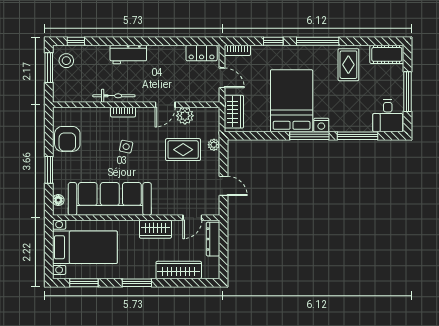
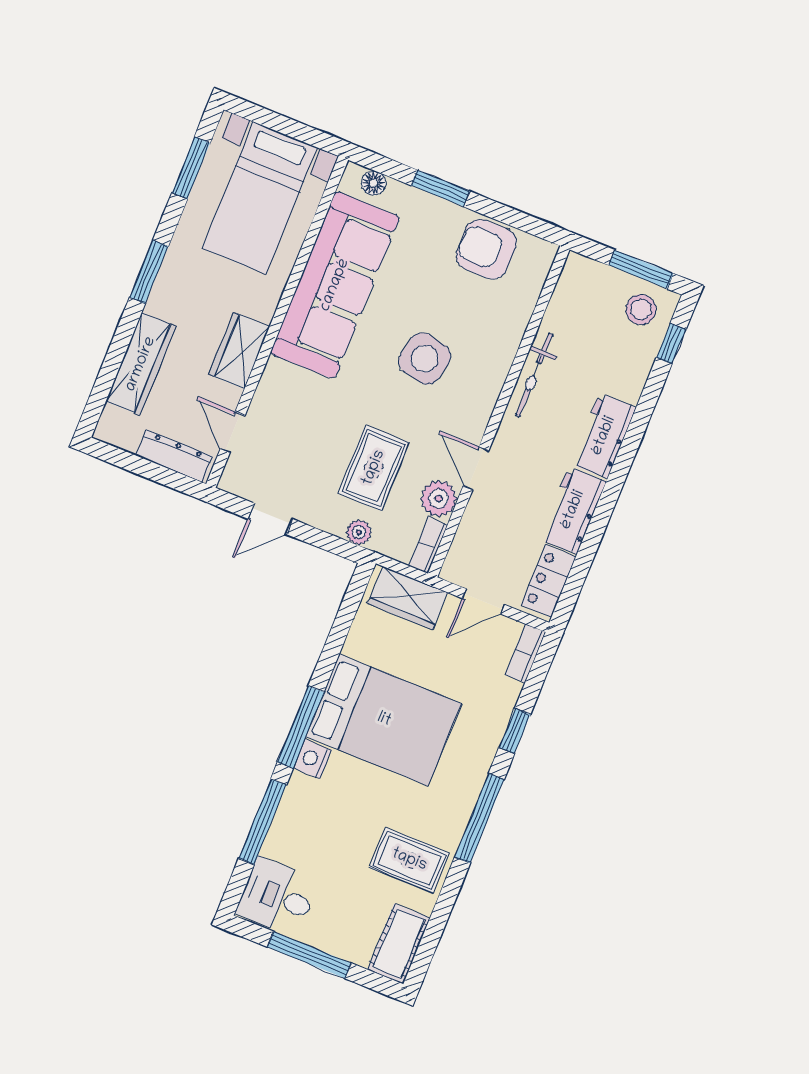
workbench: (166, 55) -> (573, 510), added
bookcase: (123, 112) -> (428, 545), moved
side table: (126, 147) -> (425, 359), width x1.87, depth x1.87

